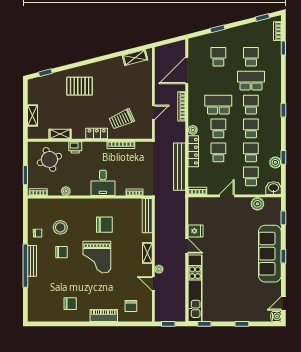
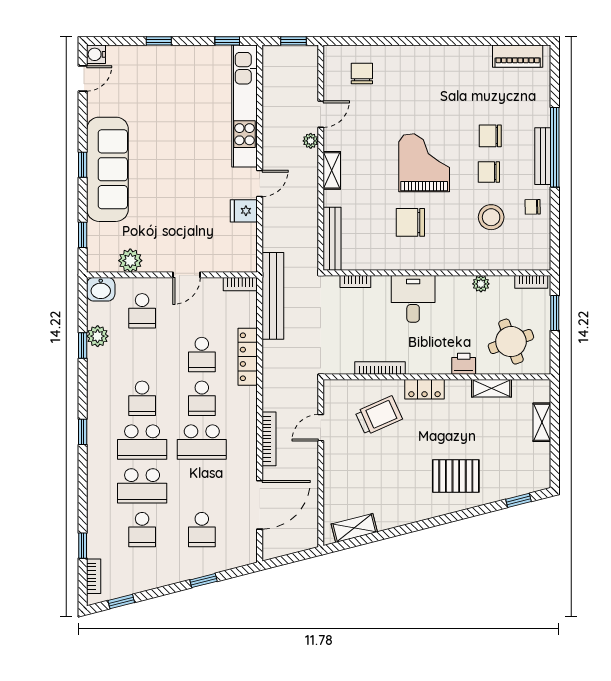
school desk: (251, 105) -> (142, 442), width x1.85
plant: (193, 130) -> (248, 396), removed
school desk: (251, 152) -> (142, 355), removed
bench: (180, 167) -> (273, 296), moved
door: (187, 246) -> (260, 183), swing flipped
door: (153, 284) -> (321, 114), hinge flipped
chair: (70, 304) -> (490, 136), moved
piano: (104, 315) -> (518, 56), moved

